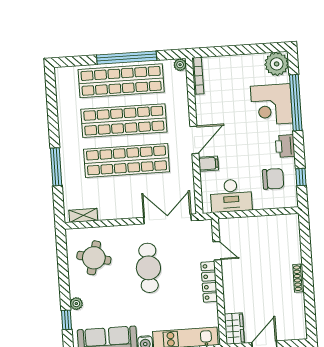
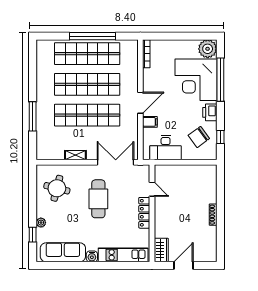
plant: (180, 65) -> (133, 44), removed
corner desk: (272, 105) -> (196, 80), width x1.36, depth x1.36
chair: (273, 179) -> (199, 137), turned 144
shelving: (83, 215) -> (75, 155), moved

